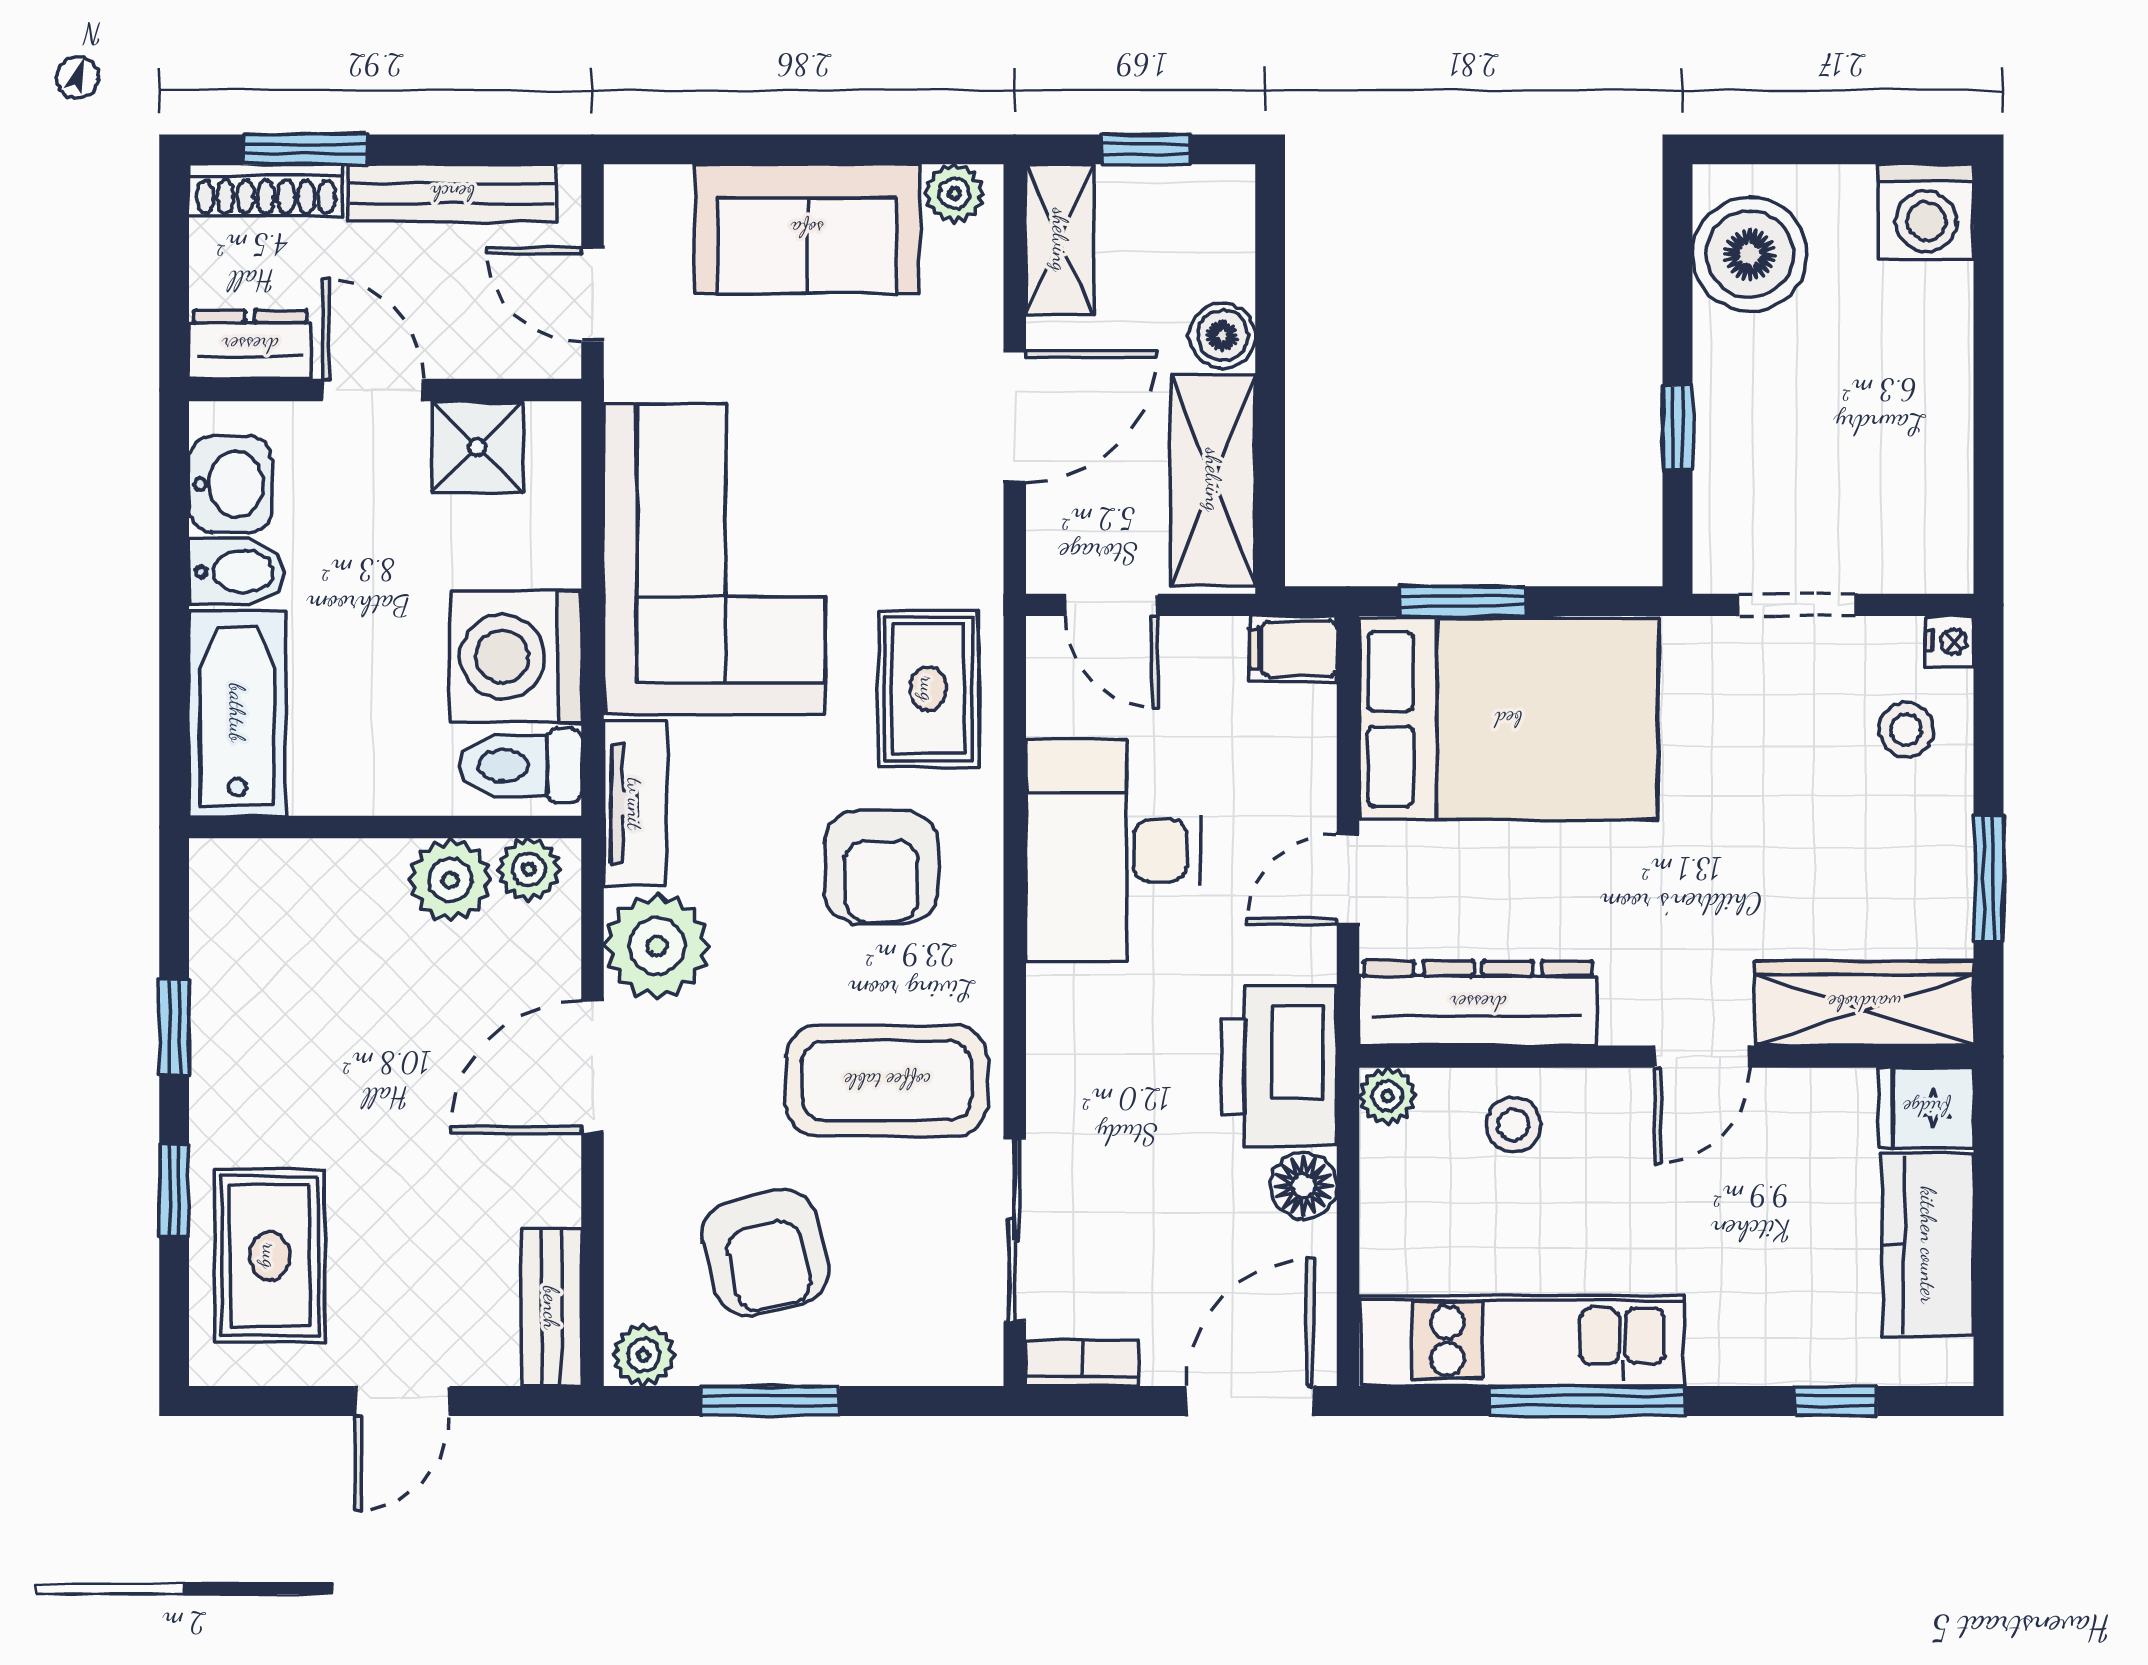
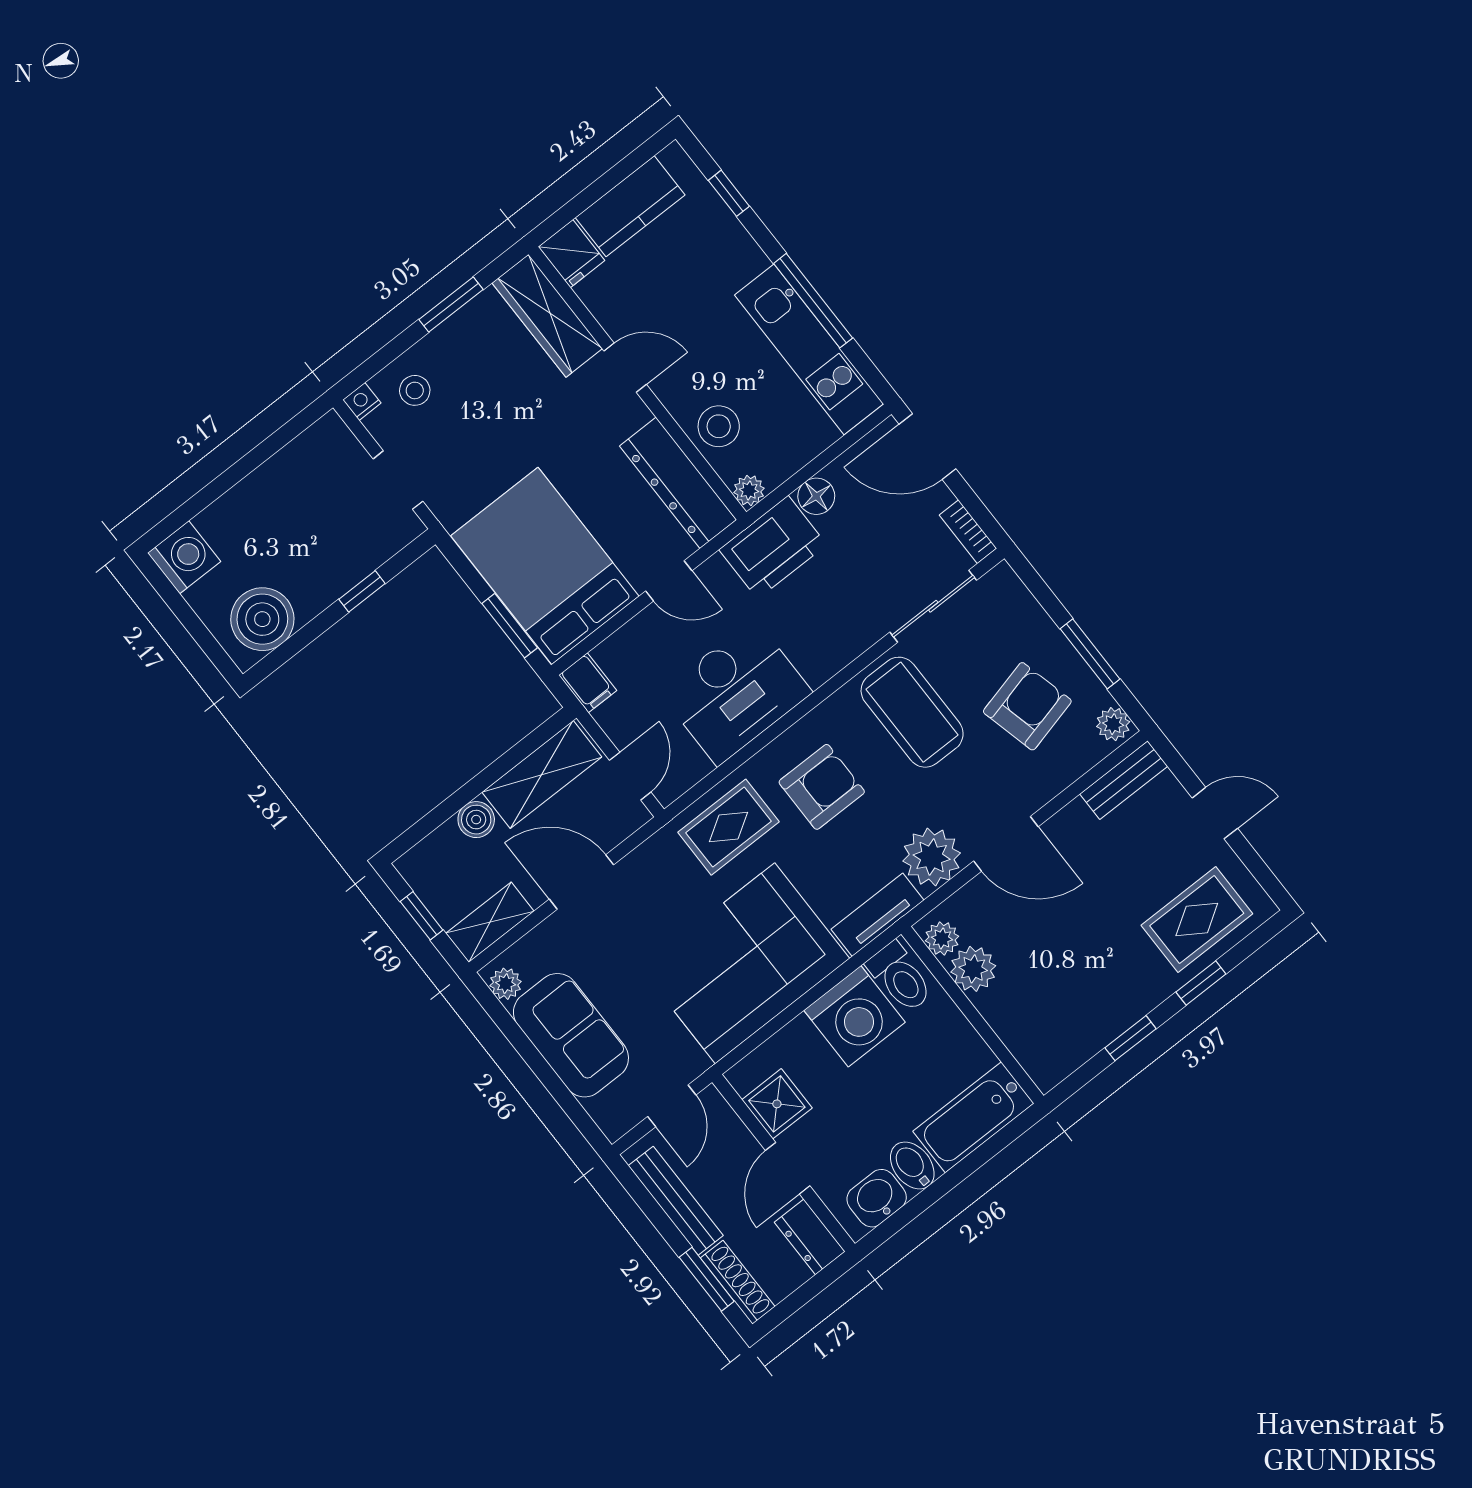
stool: (1513, 1125) -> (719, 426), width x1.37, depth x1.37

